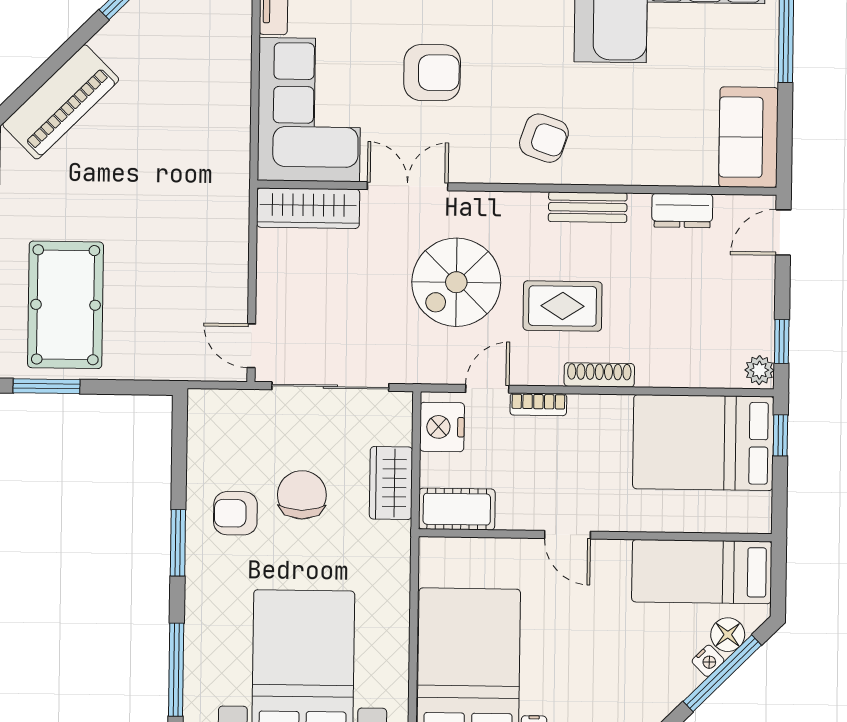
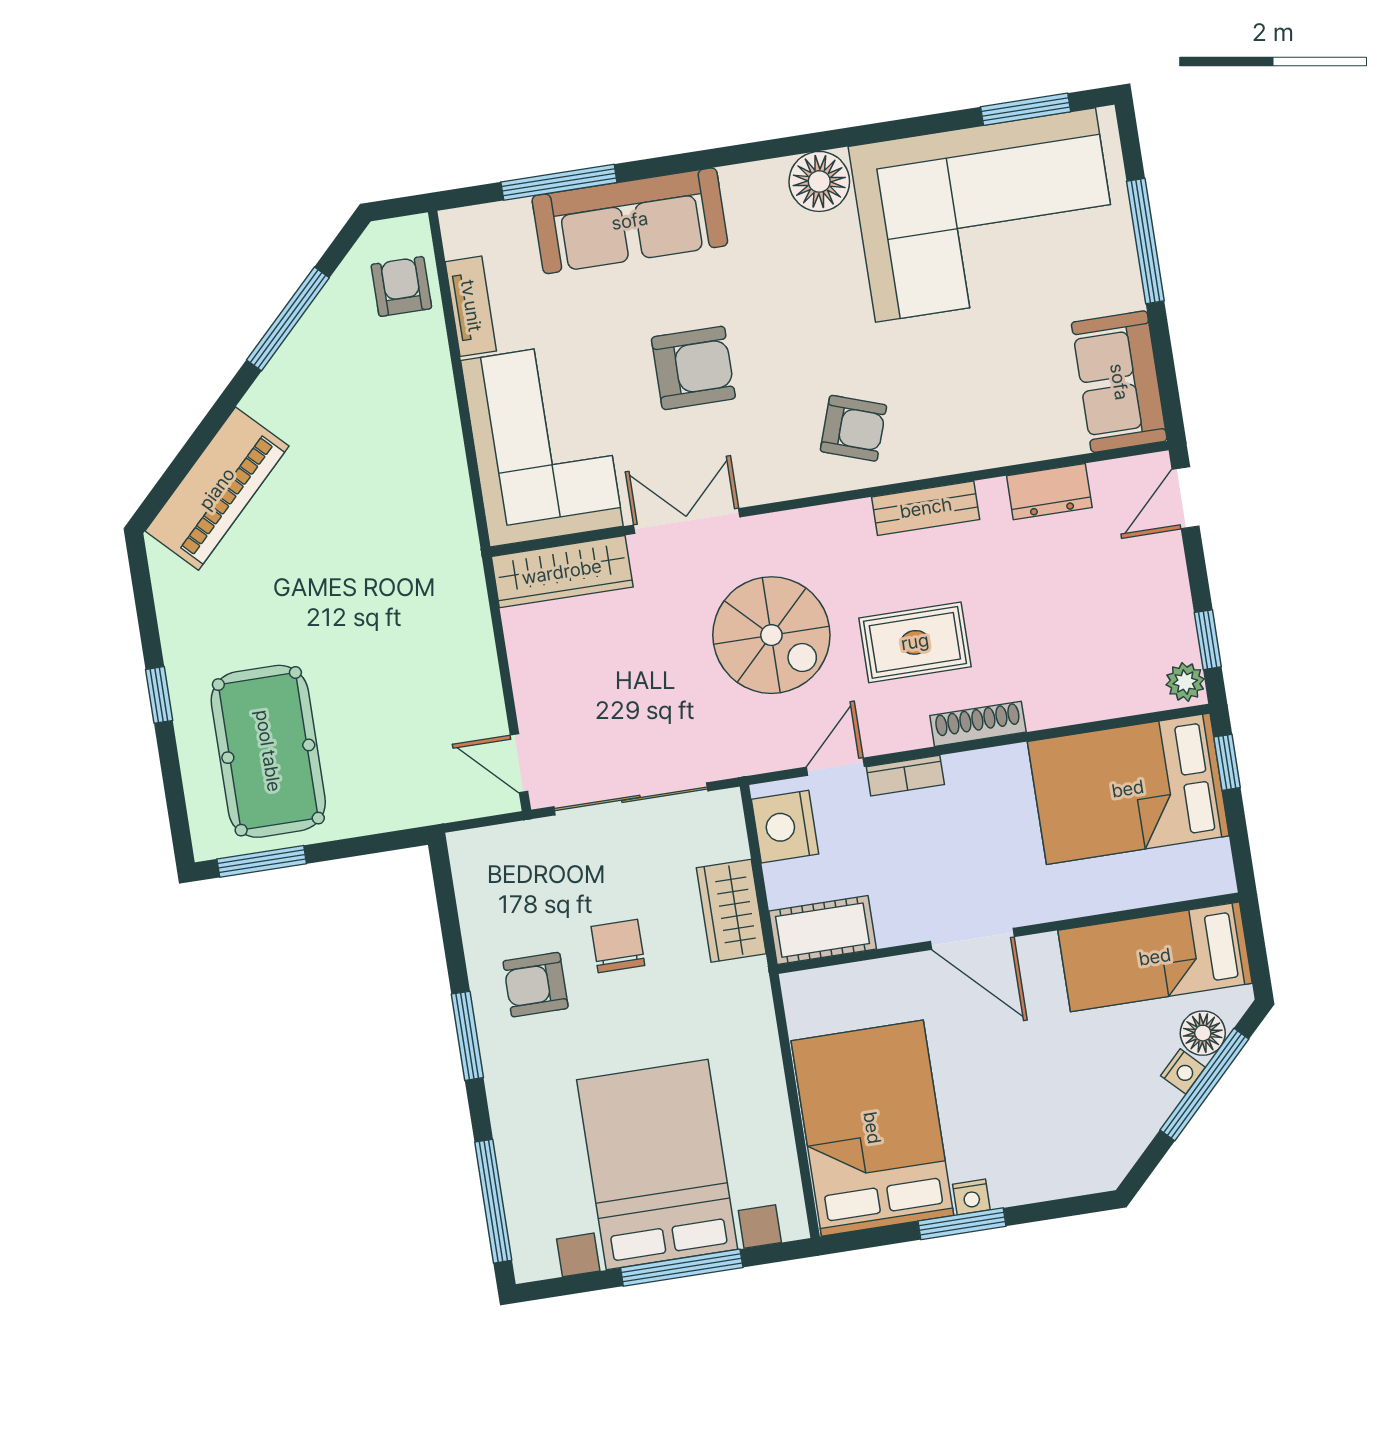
spiral stairs: (456, 282) -> (771, 635), turned -90
chair: (302, 495) -> (618, 946), width x0.73, depth x0.73
door: (568, 535) -> (972, 939), width x1.38

